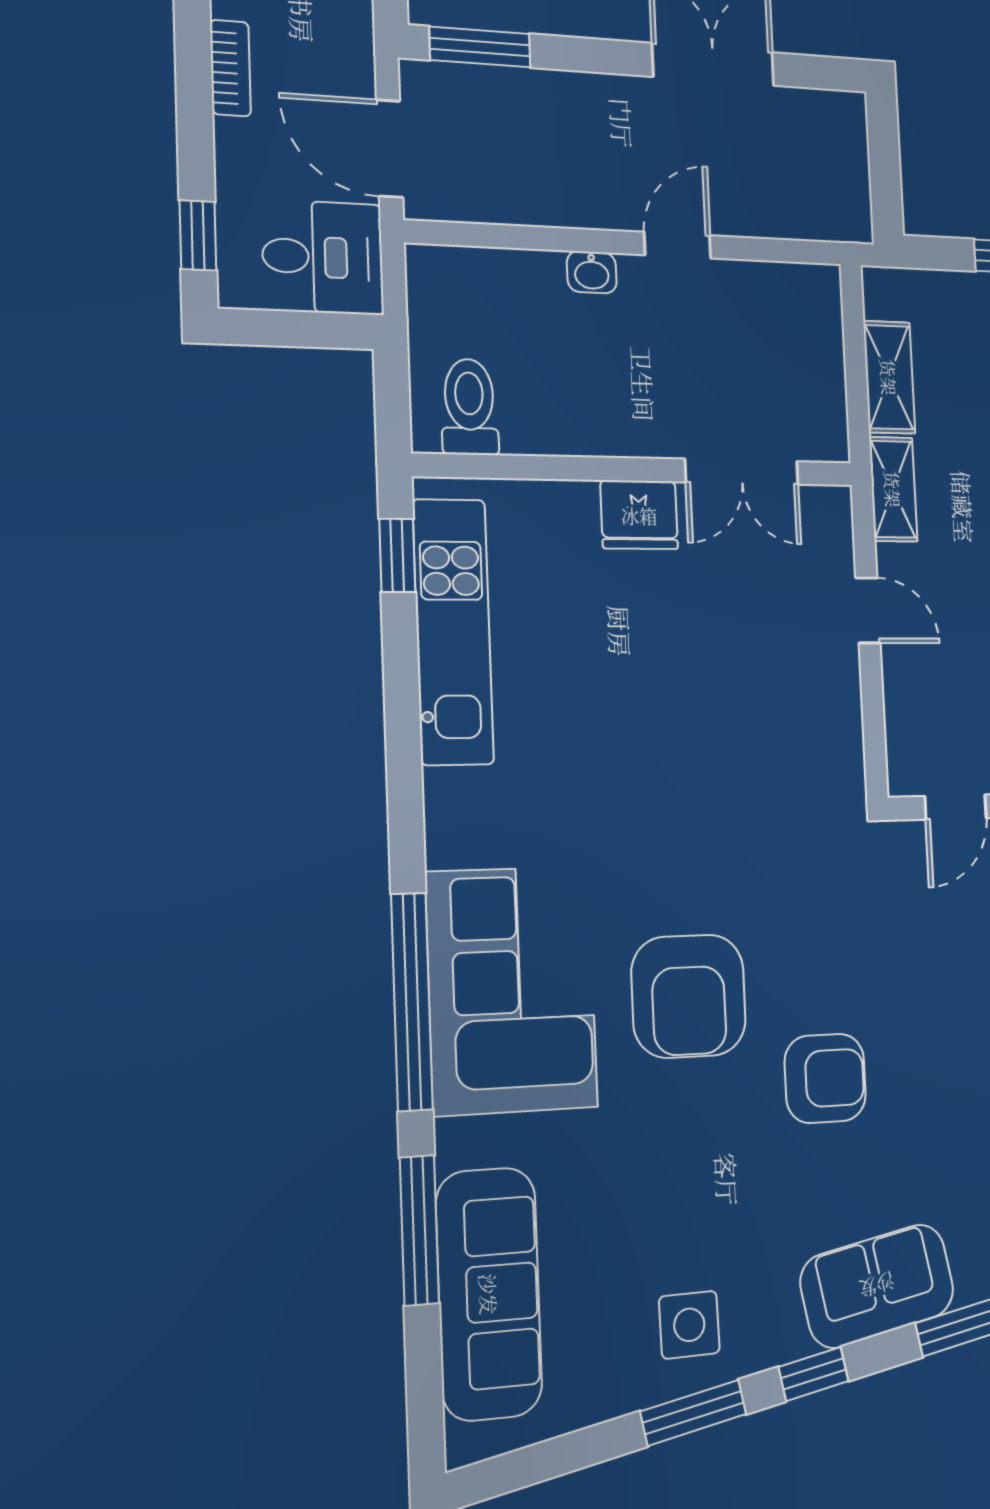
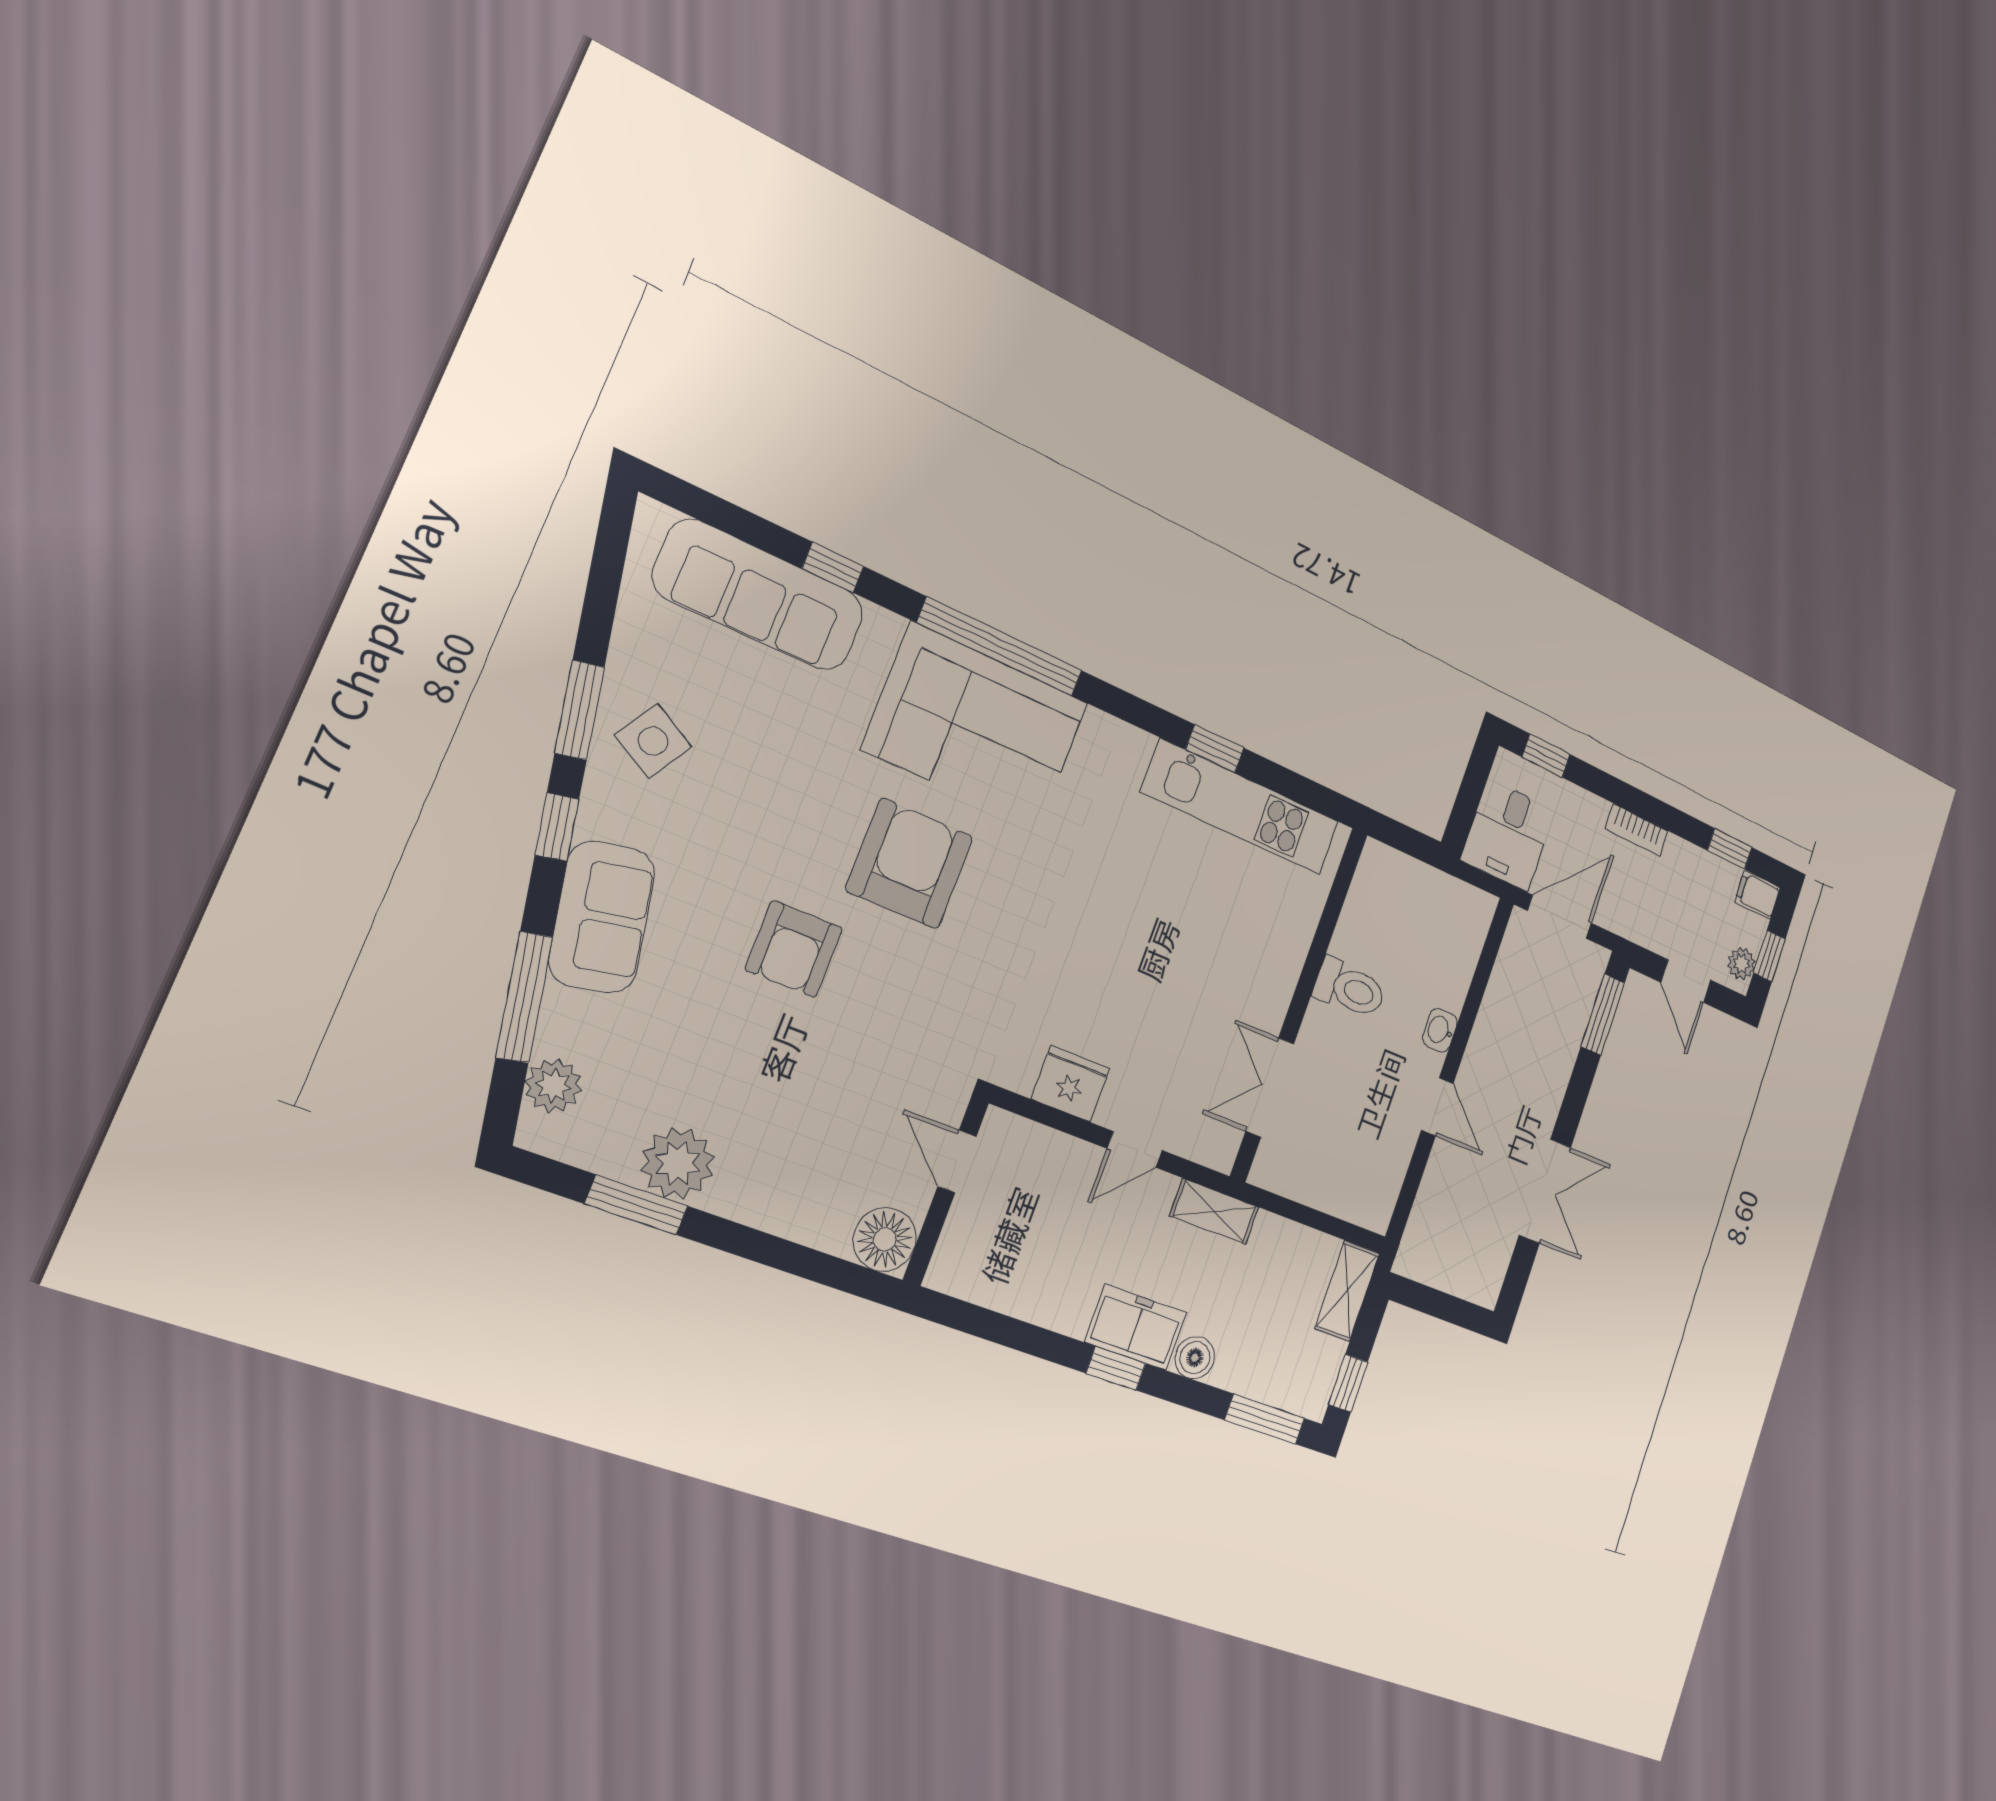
shelving: (889, 377) -> (1347, 1291), moved, turned 90
toilet: (469, 407) -> (1350, 988), moved
fridge: (639, 515) -> (1070, 1084), moved, turned 90
window: (397, 555) -> (1215, 749), moved
armchair: (689, 996) -> (909, 864), turned 90
window: (419, 1230) -> (833, 567), width x0.46
side table: (689, 1325) -> (653, 741), turned 31

